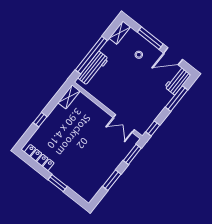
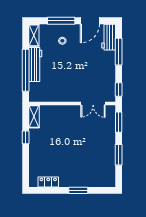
workbench: (93, 68) -> (35, 64), moved
window: (40, 120) -> (26, 137), moved
locker: (39, 158) -> (48, 182), width x0.66

